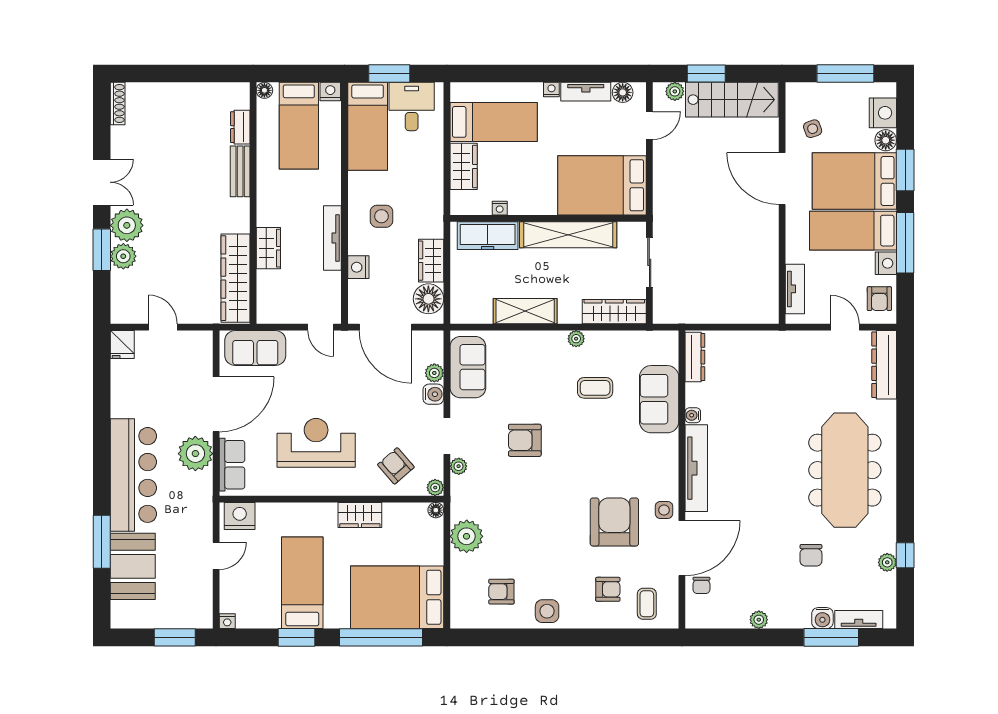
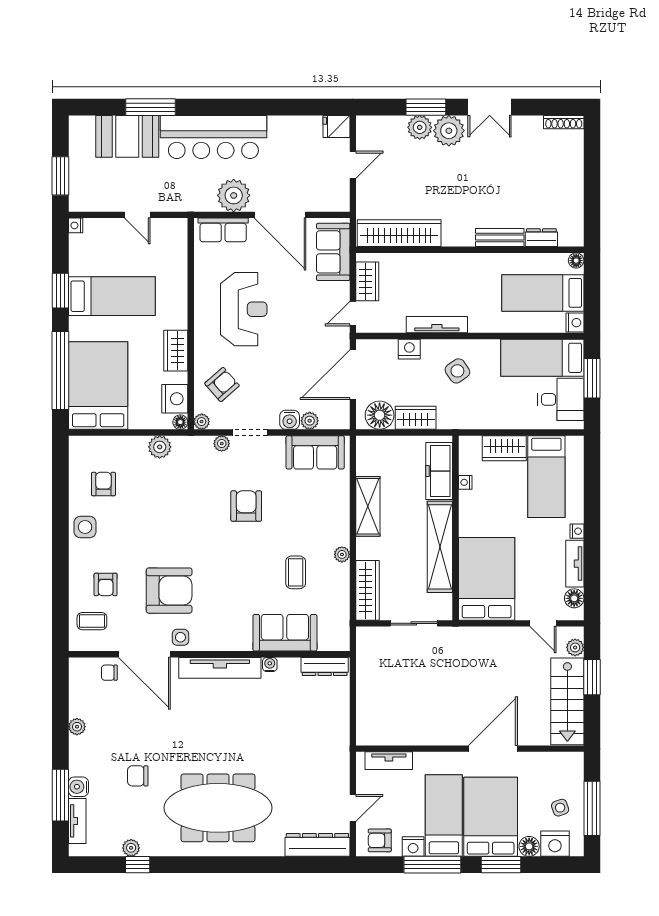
side table: (813, 129) -> (560, 808), moved
side table: (381, 216) -> (457, 371), turned -35
wardrobe: (268, 248) -> (367, 281), moved, turned -90
nightstand: (240, 516) -> (175, 399), moved
plant: (467, 536) -> (160, 447), width x0.73, depth x0.73

